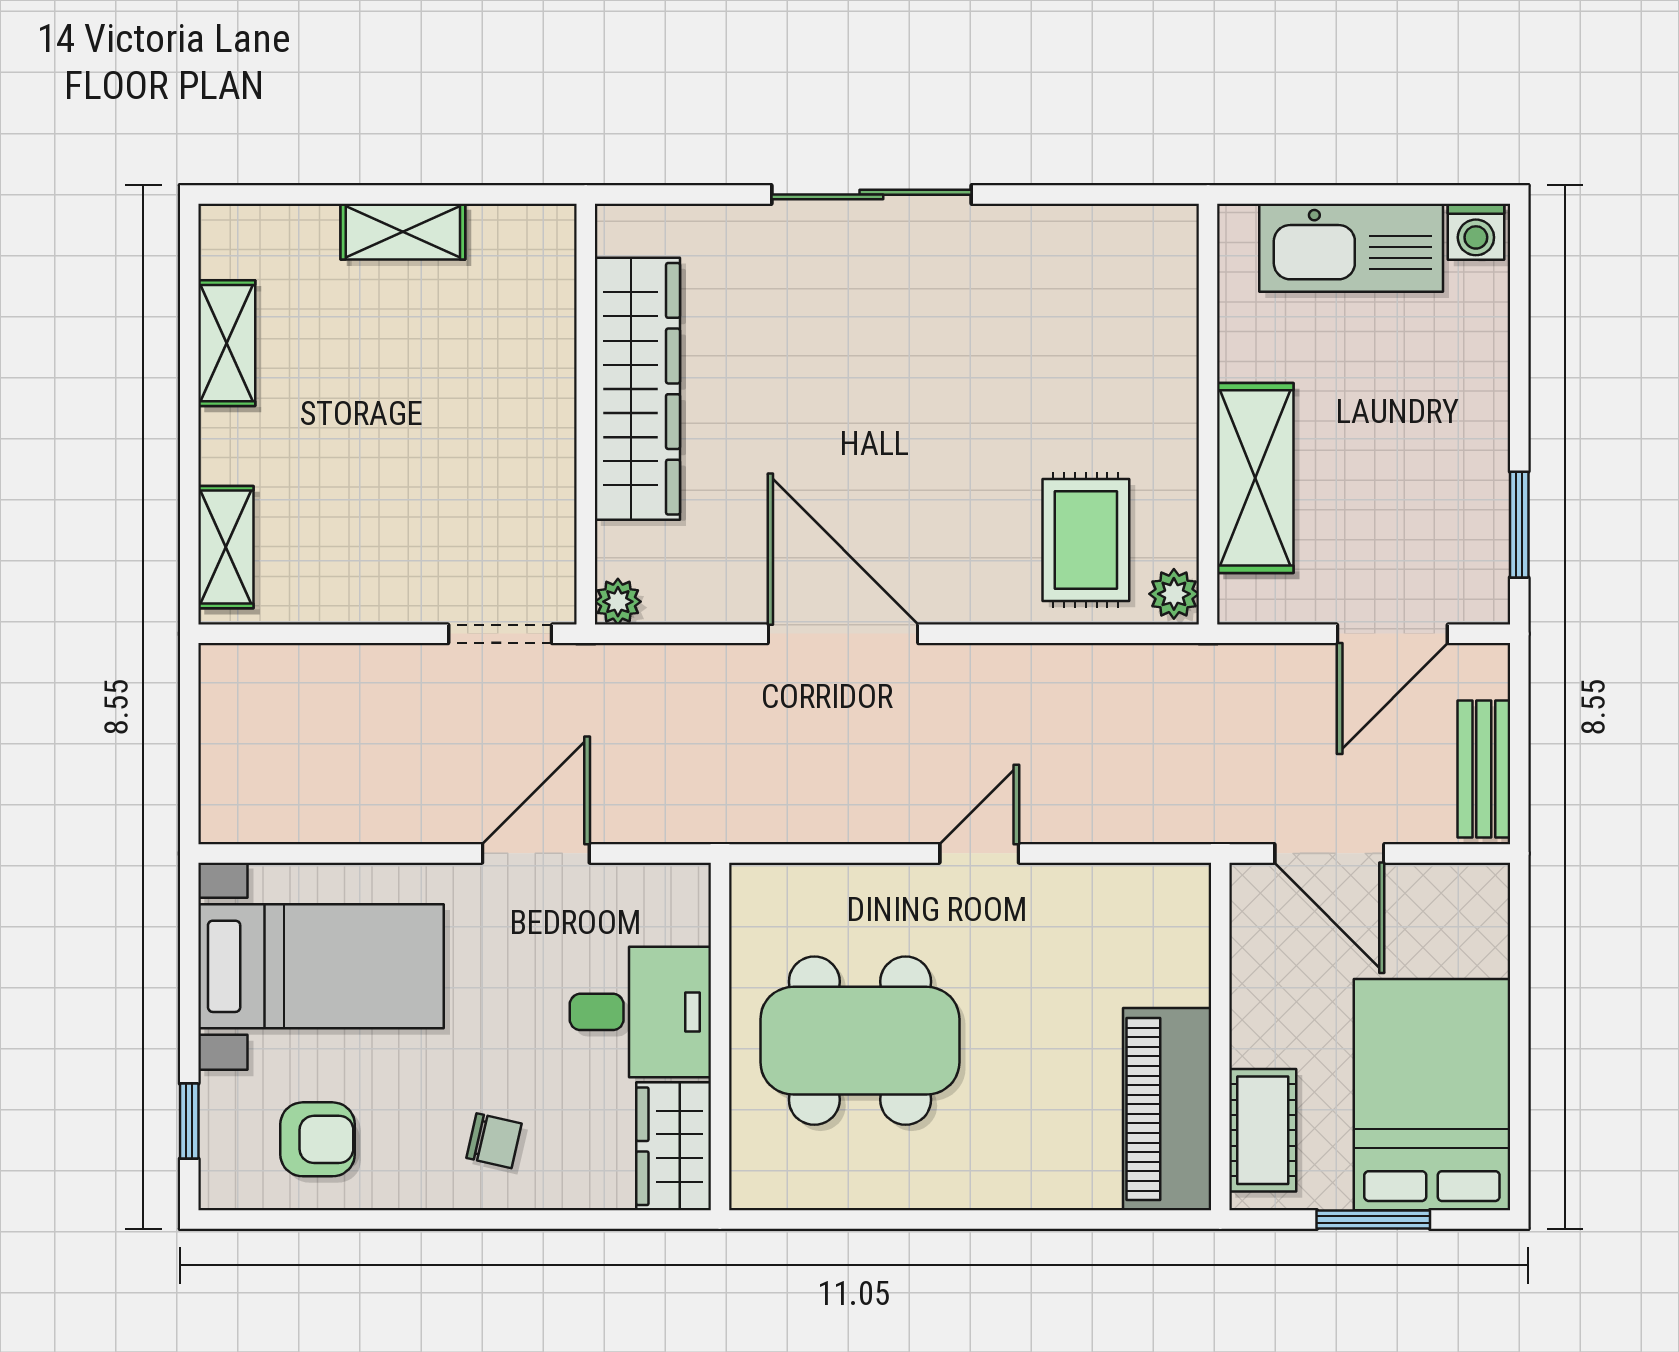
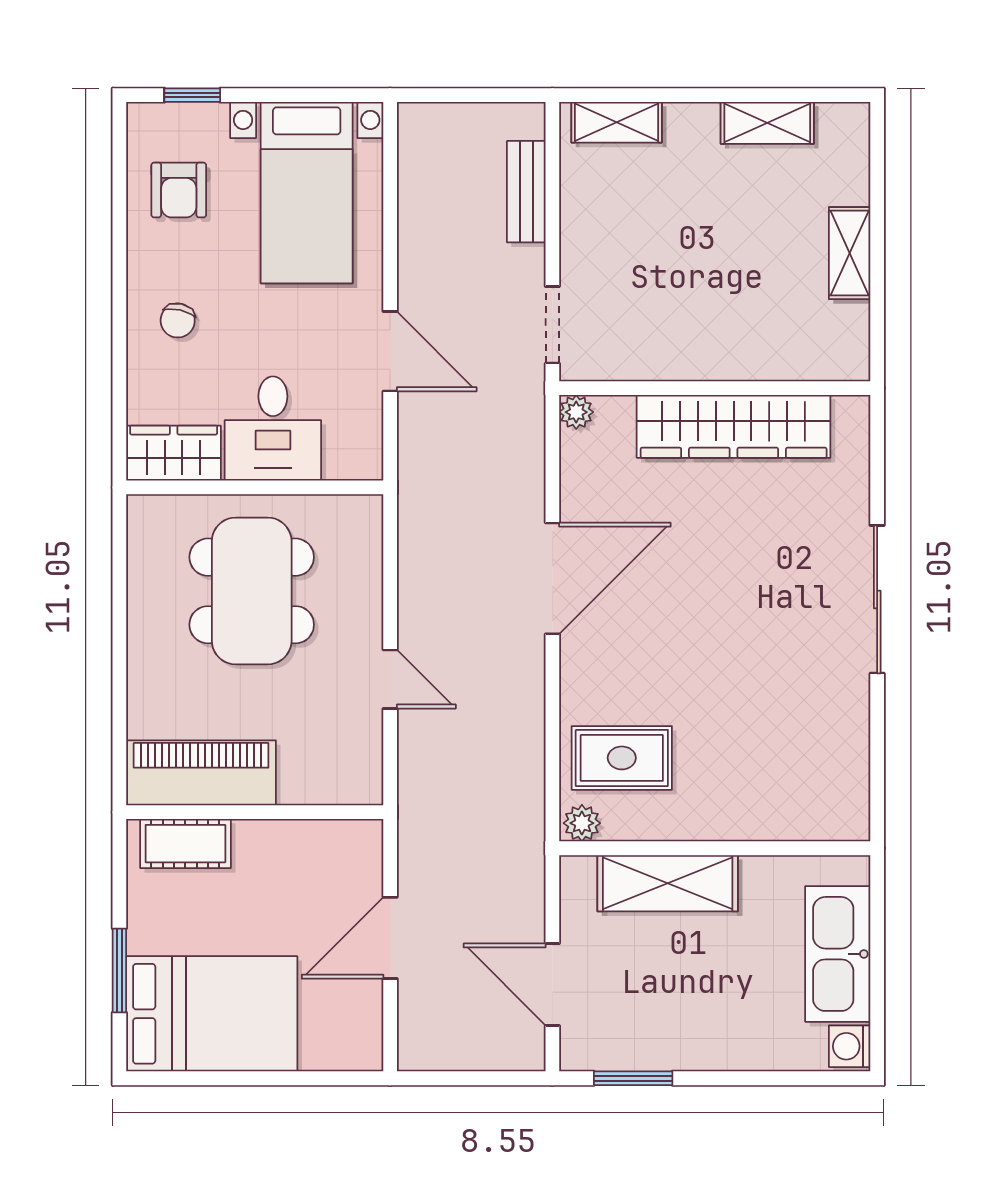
bench: (1484, 769) -> (526, 192), moved, turned 90
wall: (1220, 1036) -> (255, 812), moved
piano: (1167, 1109) -> (201, 773), moved
cot: (1263, 1130) -> (185, 844), moved

